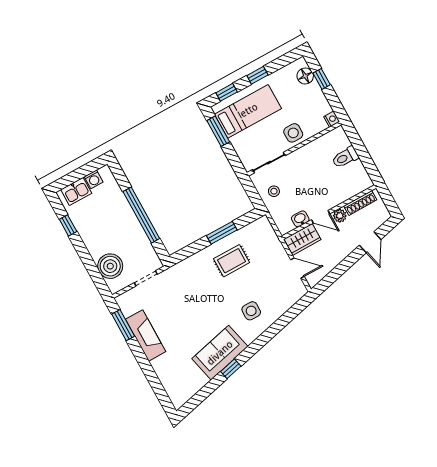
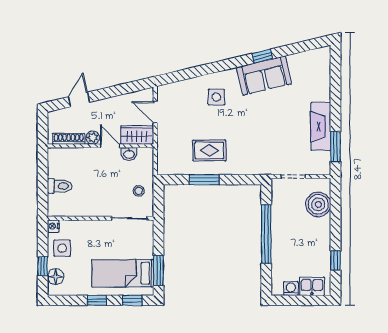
side table: (293, 133) -> (62, 248), moved

